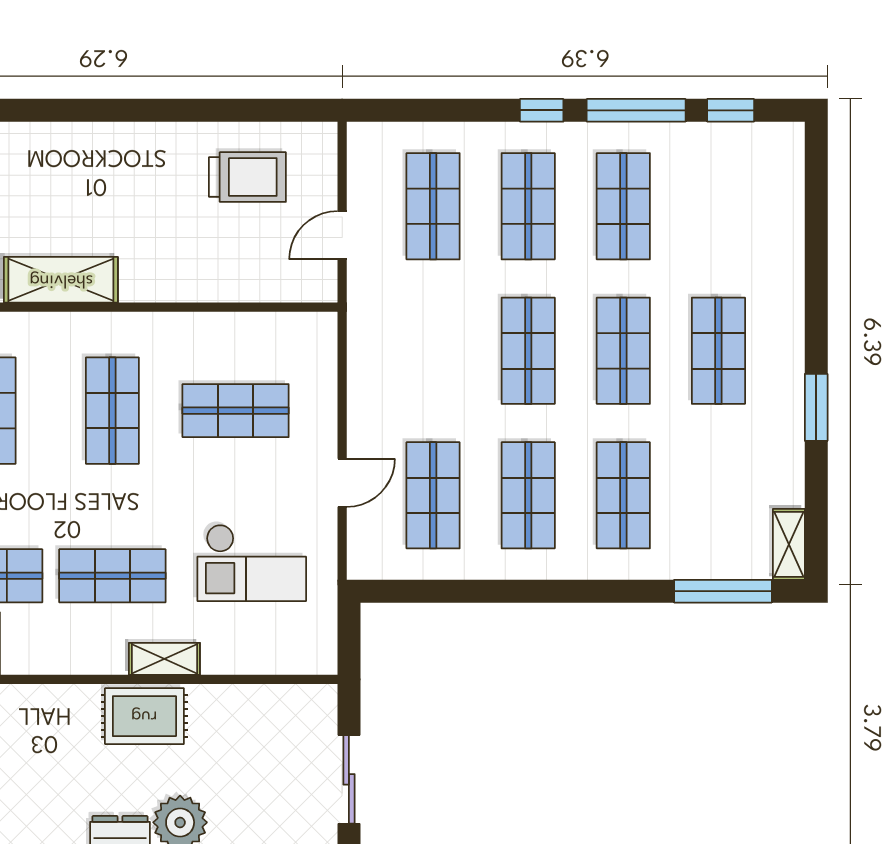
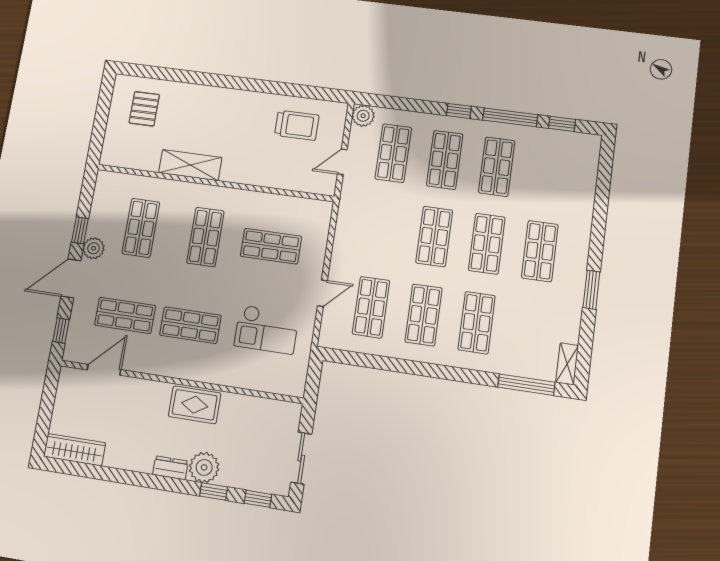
plant: (368, 143) -> (363, 116), added
shelving: (164, 659) -> (211, 375), removed

